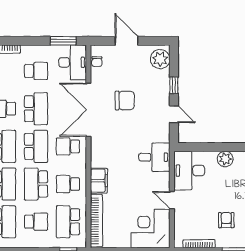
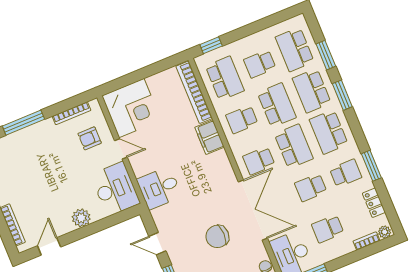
school desk: (36, 109) -> (311, 188), width x0.54
school desk: (36, 146) -> (294, 146), turned 180
school desk: (68, 146) -> (259, 161), turned 180
school desk: (68, 184) -> (242, 120), turned 180
armchair: (226, 220) -> (90, 138), moved, turned 90

